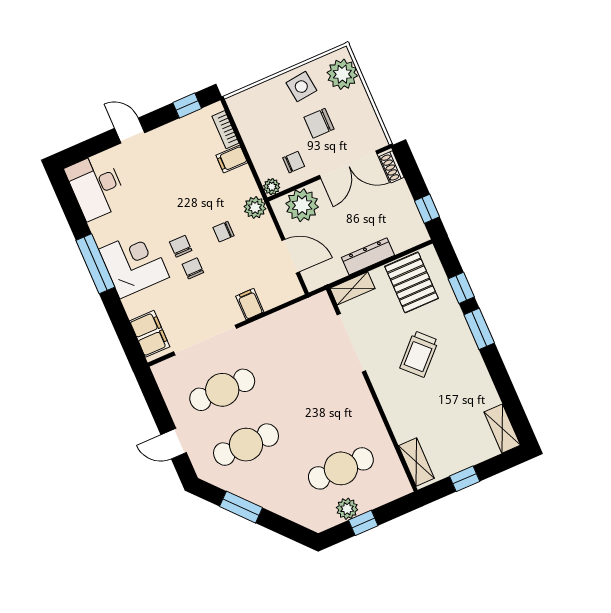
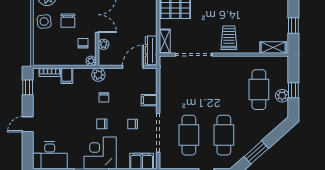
plant: (302, 205) -> (104, 44), width x0.53, depth x0.53
dresser: (368, 256) -> (151, 50), moved
chair: (193, 268) -> (133, 124), moved
trolley: (419, 354) -> (229, 38), moved, turned -135

